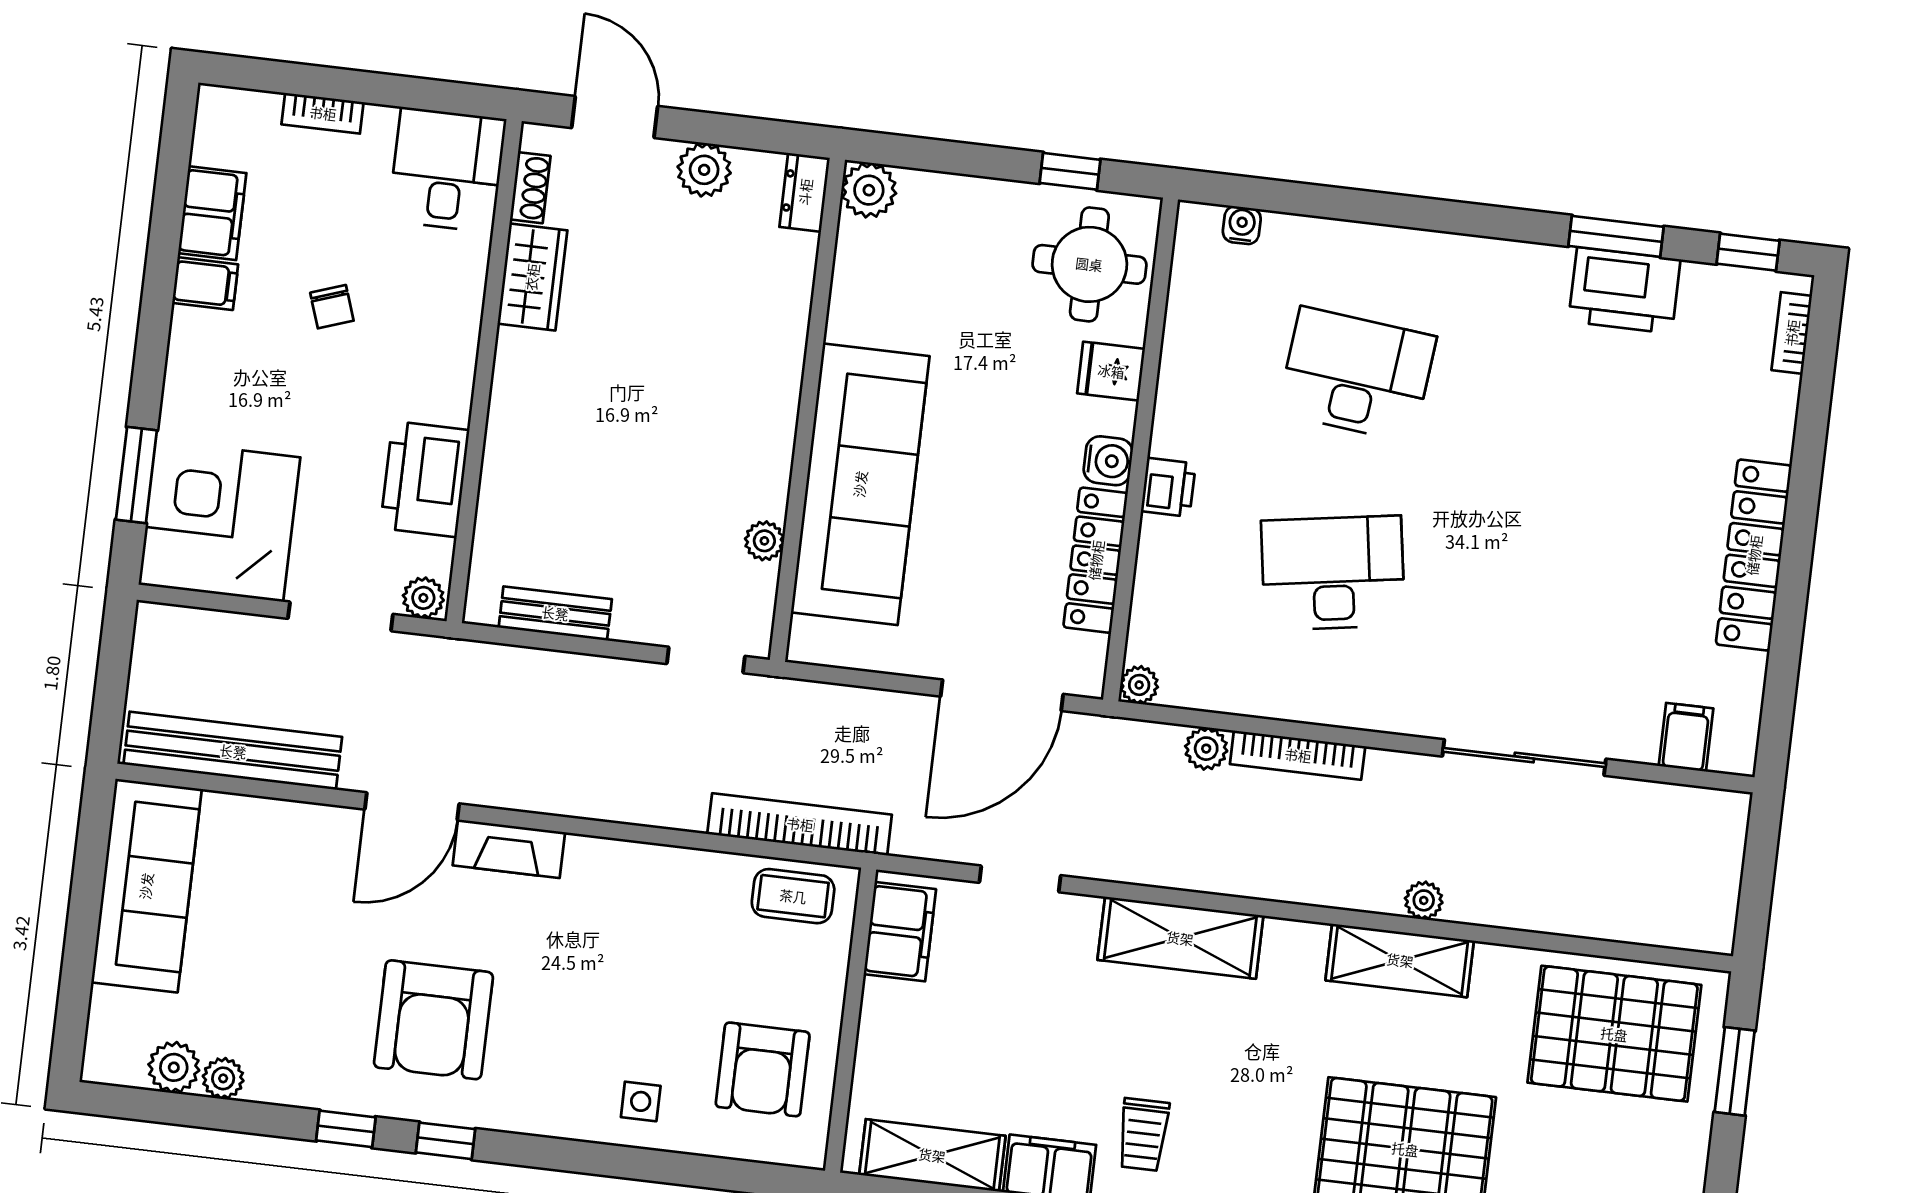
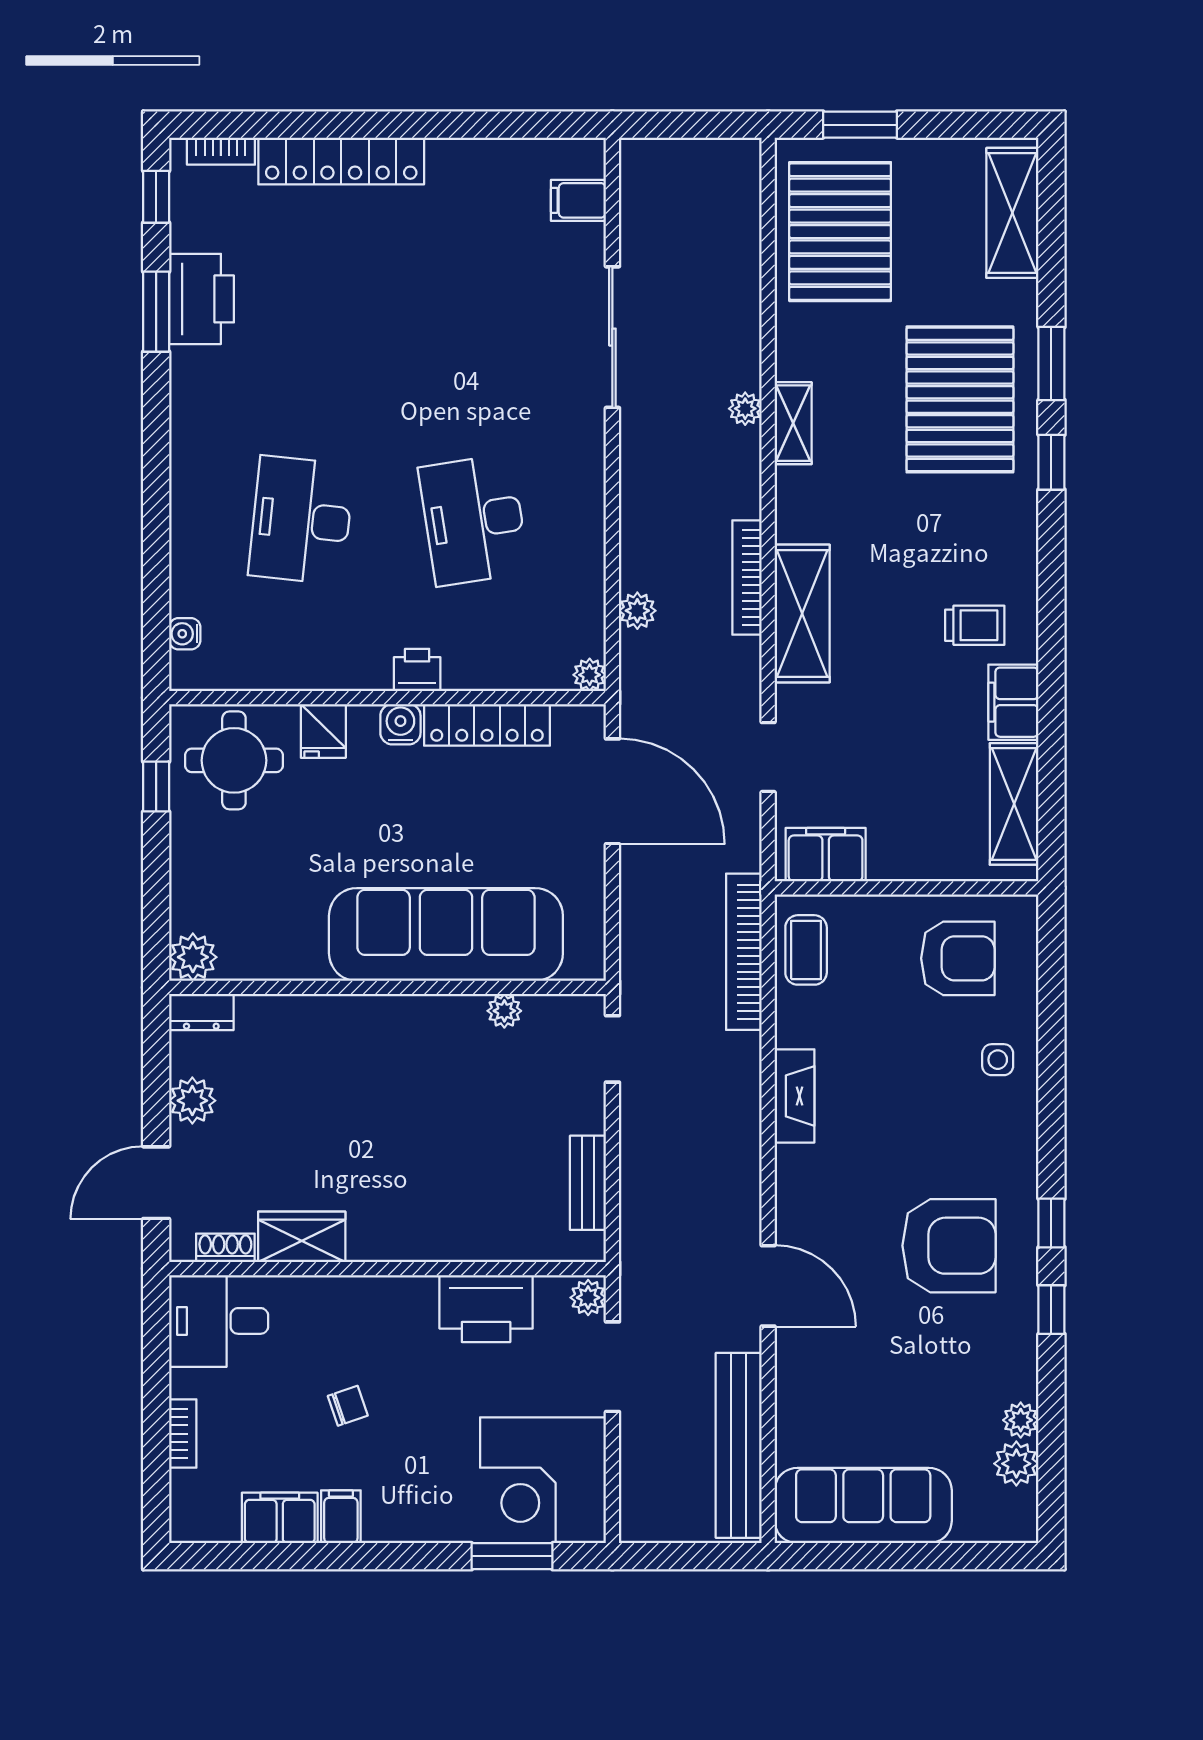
locker: (1754, 555) -> (341, 161), moved
bookcase: (1298, 755) -> (747, 577), moved, turned 180
fireplace: (509, 849) -> (795, 1096), moved
shelving: (1400, 960) -> (793, 423), width x0.67, depth x0.75

